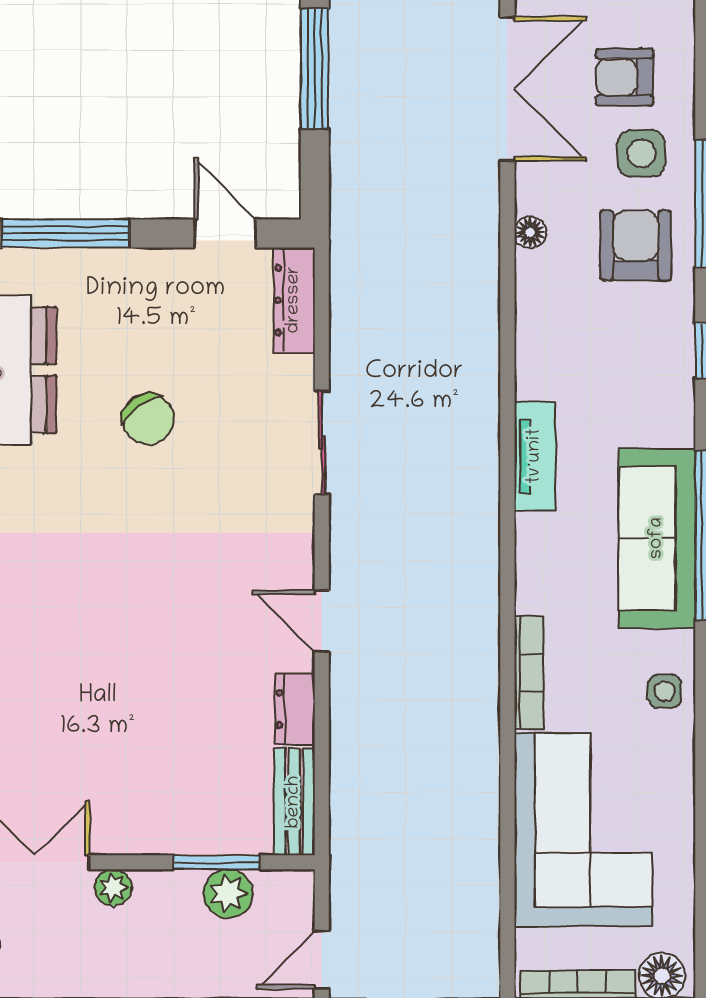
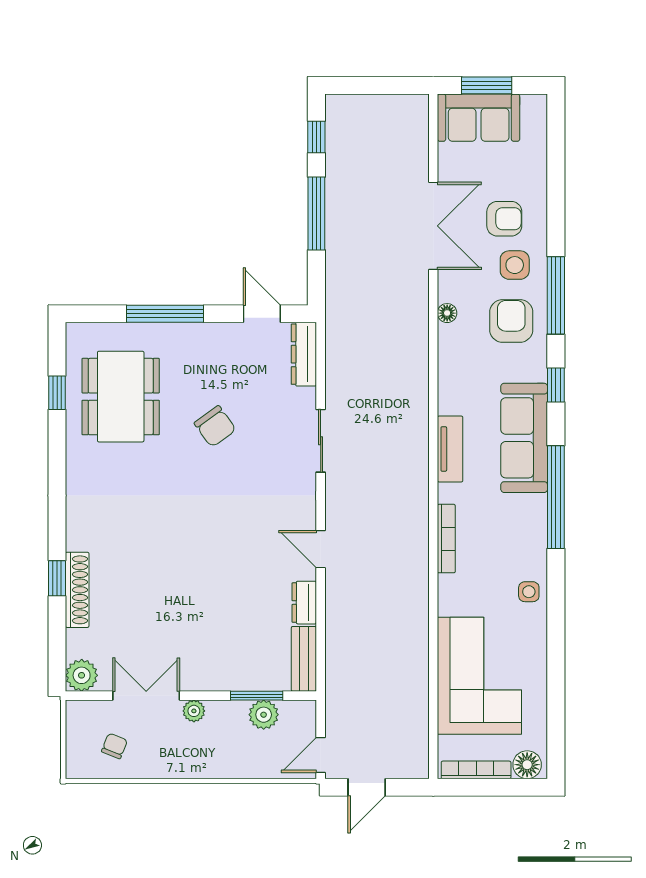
armchair: (624, 77) -> (504, 219), turned 180
sofa: (657, 538) -> (524, 438), moved
bookcase: (529, 673) -> (446, 539), moved

